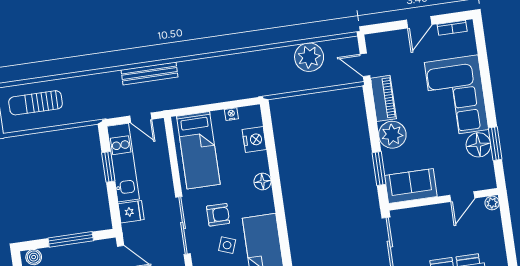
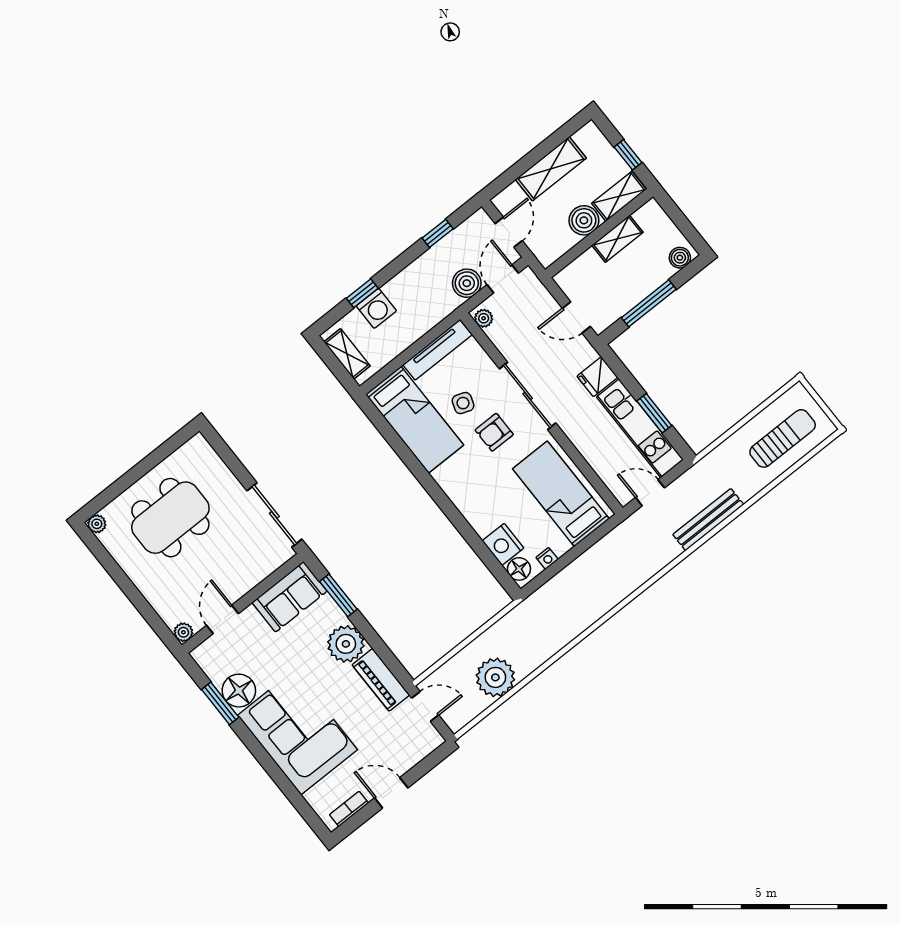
door: (419, 22) -> (391, 793), hinge flipped
bench: (150, 73) -> (708, 520), moved
floor lamp: (263, 181) -> (519, 569), moved

